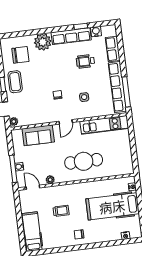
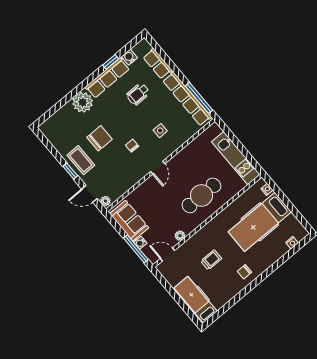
chair: (20, 55) -> (100, 138), moved
kitchen unit: (104, 125) -> (236, 158), moved, turned 90
sofa: (38, 135) -> (129, 221), moved, turned -90

